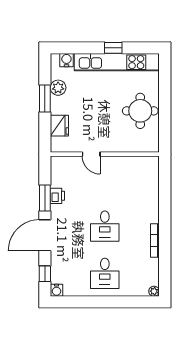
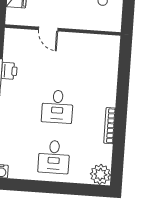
plant: (154, 291) -> (100, 174), width x1.87, depth x1.87

